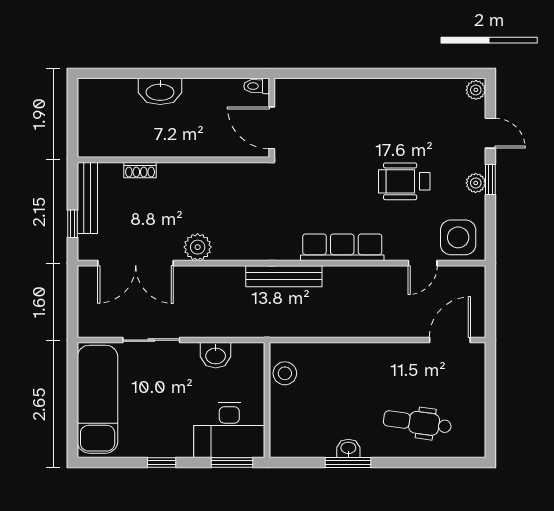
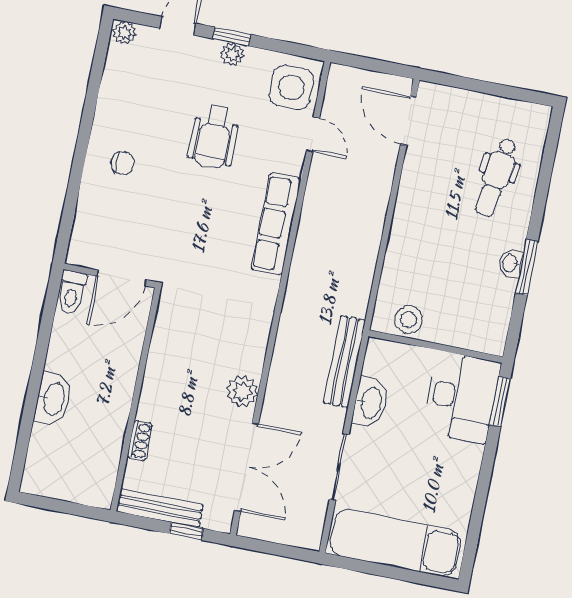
toilet: (257, 86) -> (72, 292), width x1.37, depth x1.39
chair: (367, 110) -> (123, 163), added
bench: (284, 276) -> (345, 362), moved
washbasin: (216, 355) -> (370, 403), width x1.38
window: (162, 462) -> (484, 483), removed

